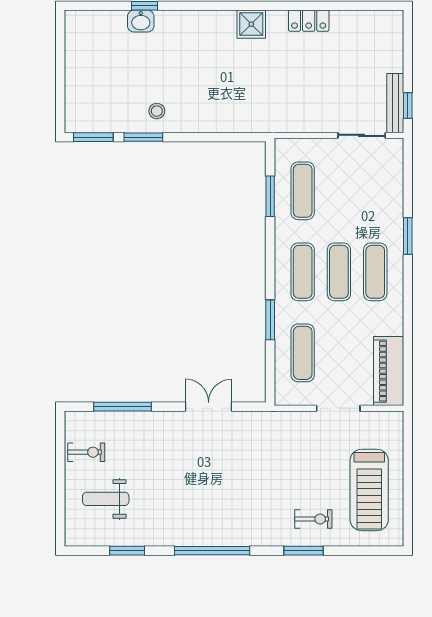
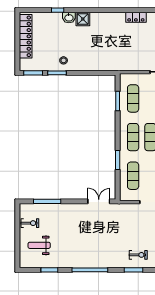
washbasin: (141, 21) -> (69, 18), moved
shower: (251, 24) -> (83, 19), moved
locker: (77, 60) -> (26, 36), added
double door: (209, 407) -> (99, 201), moved

